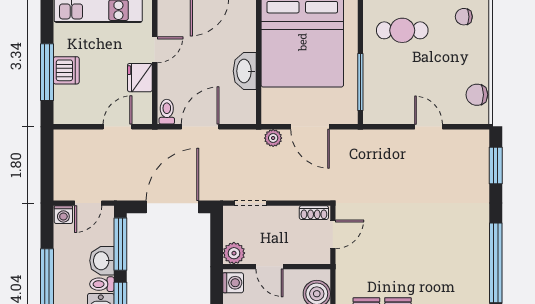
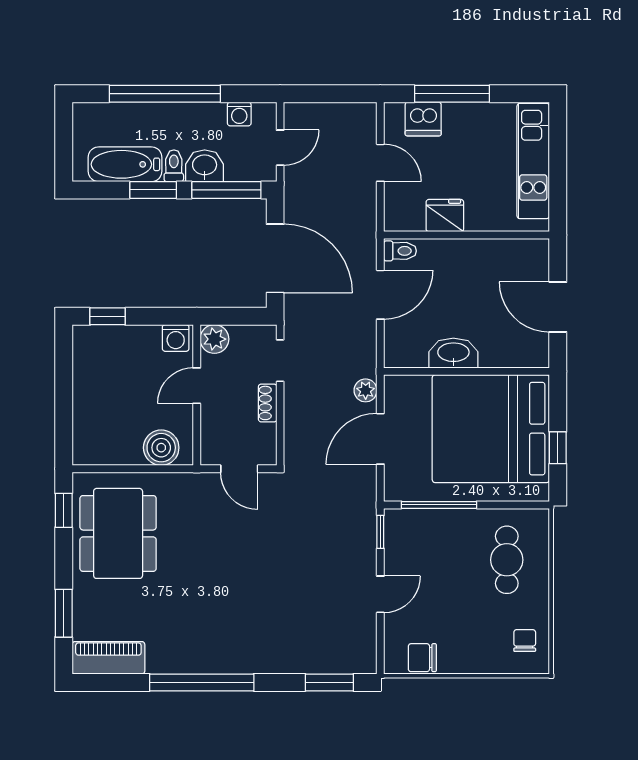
door: (155, 50) -> (481, 235), removed
dishwasher: (66, 70) -> (423, 119), moved
chair: (477, 95) -> (422, 658), turned -90
door: (118, 127) -> (380, 163), moved
door: (200, 127) -> (380, 295), hinge flipped
window: (381, 127) -> (380, 532), added
door: (88, 203) -> (280, 148), swing flipped
shoe rack: (314, 213) -> (268, 403), moved
washing machine: (63, 215) -> (239, 114), moved, turned -90

